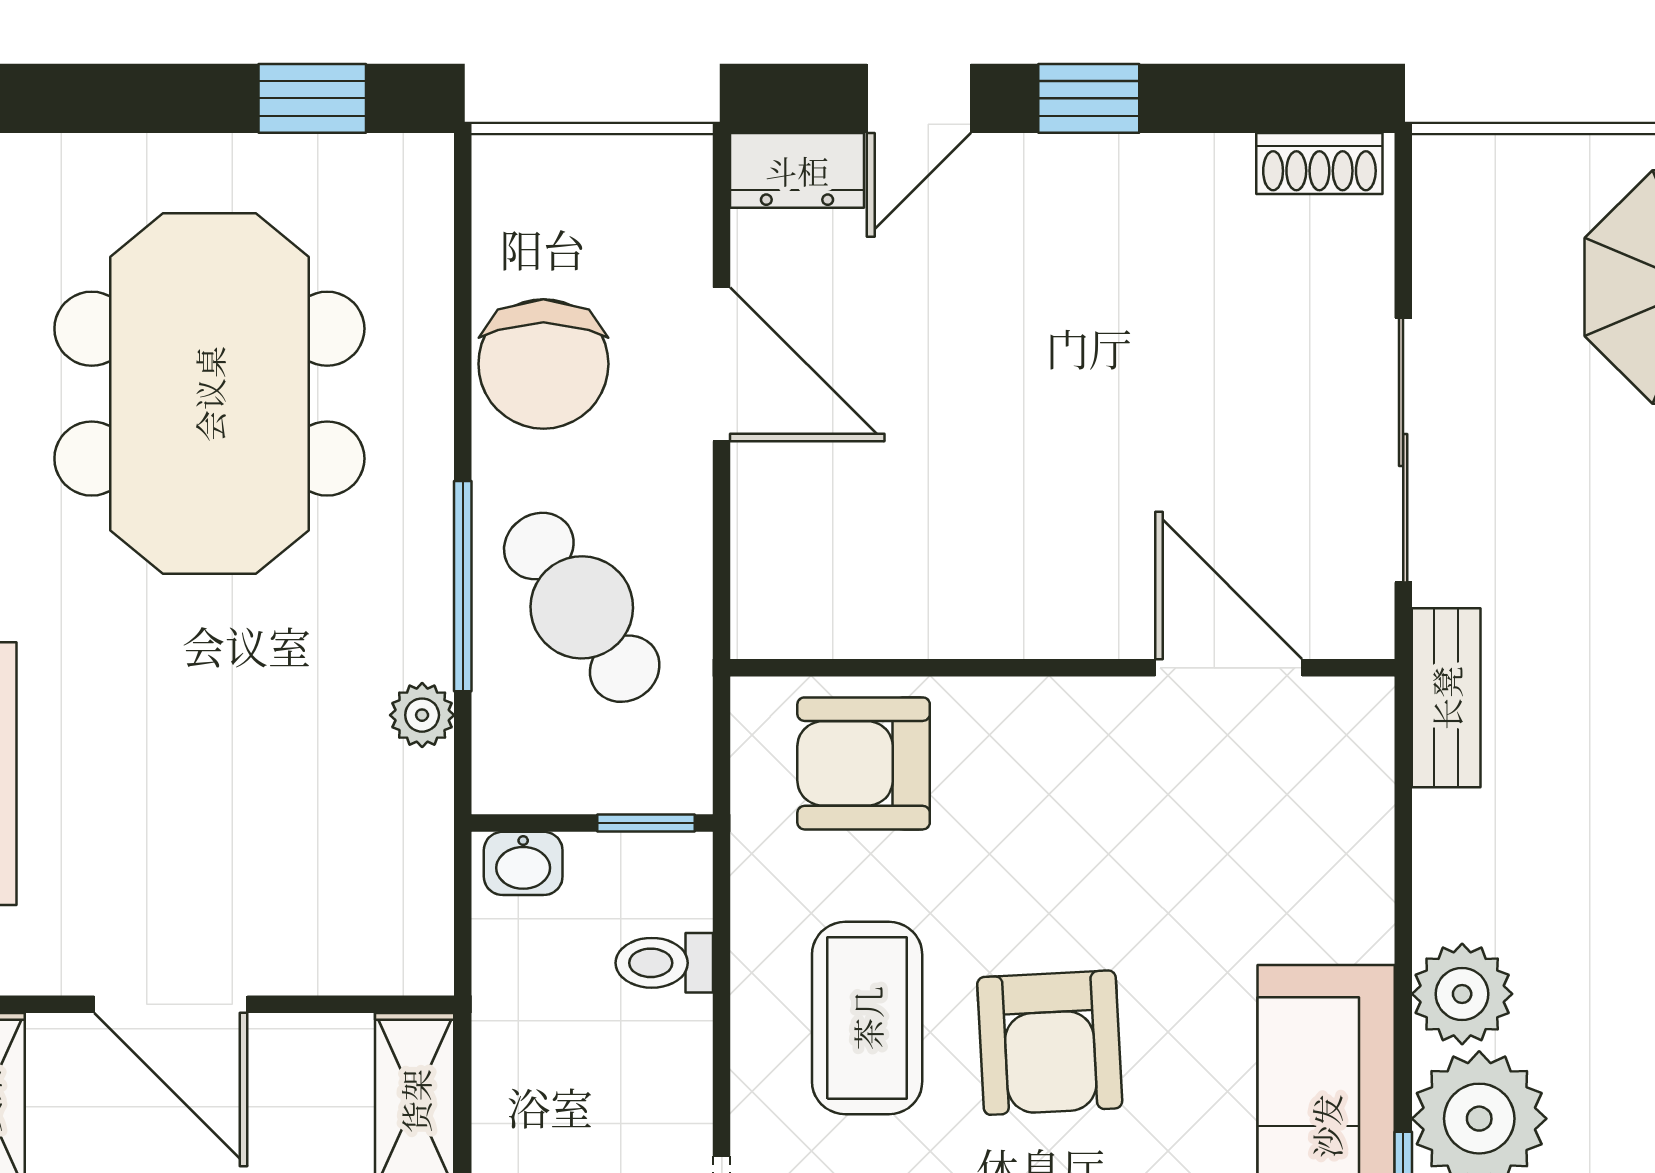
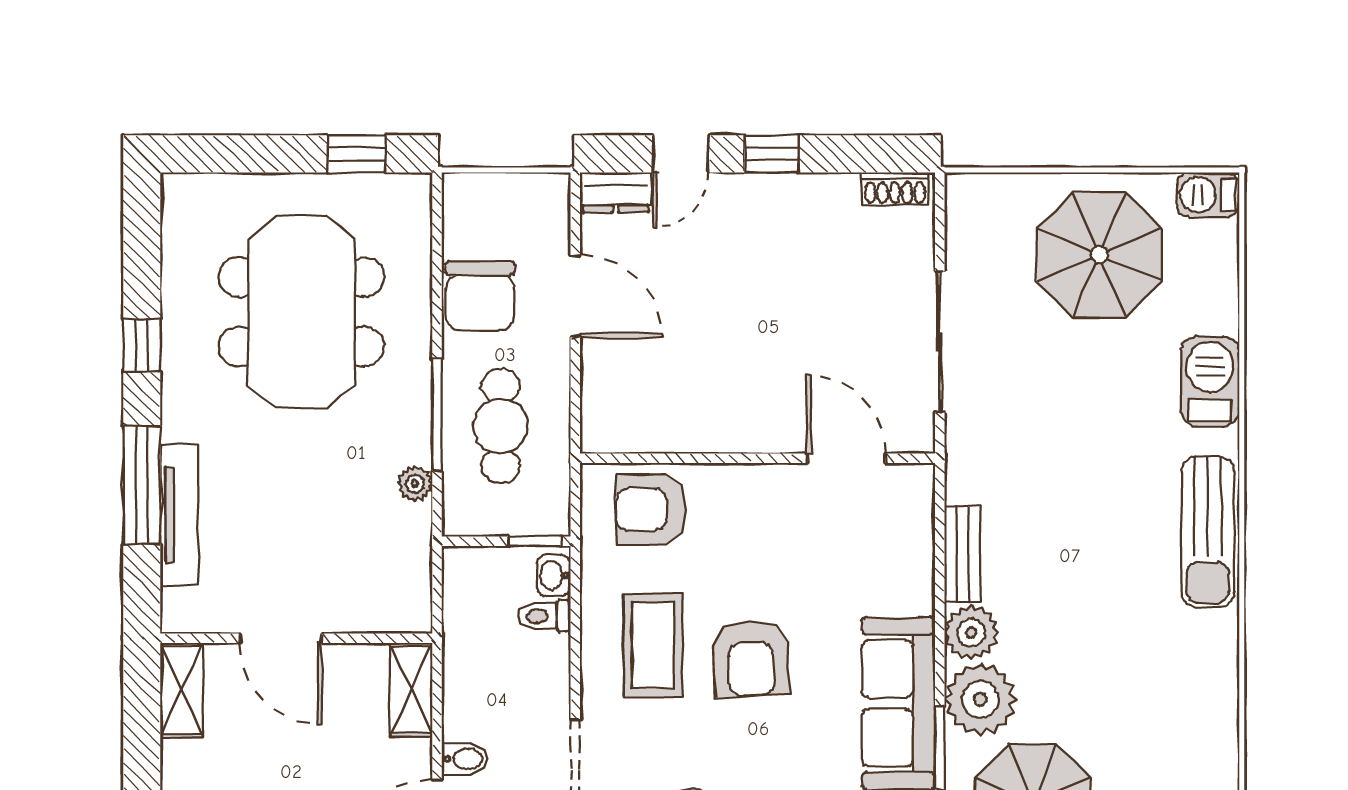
cafe table: (582, 607) -> (500, 426), turned 35
bench: (1446, 698) -> (963, 554), moved
washbasin: (523, 863) -> (554, 575), moved, turned 90

